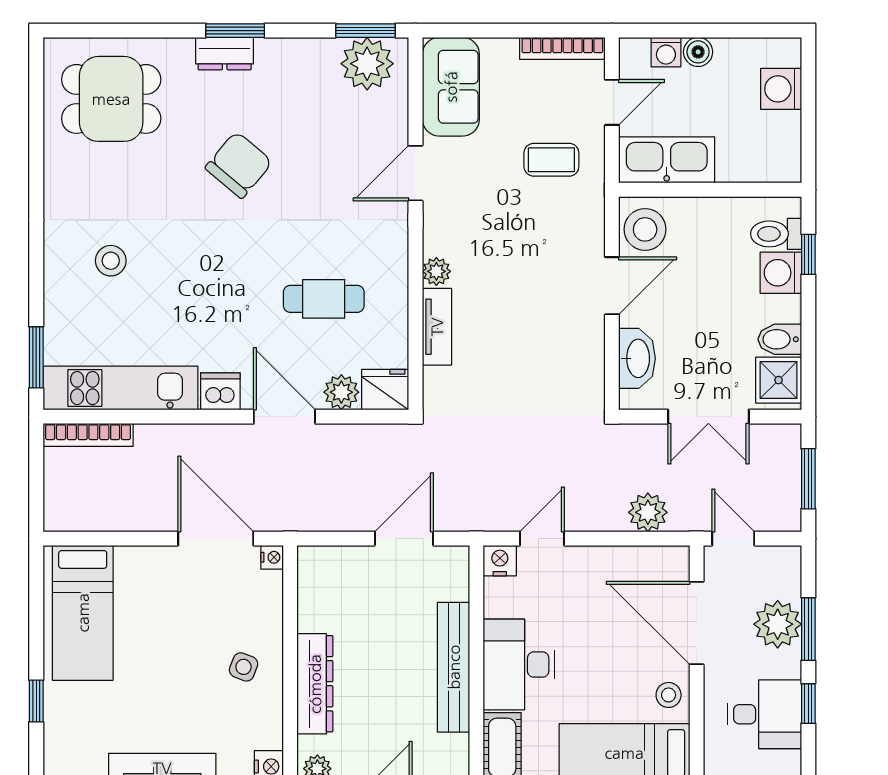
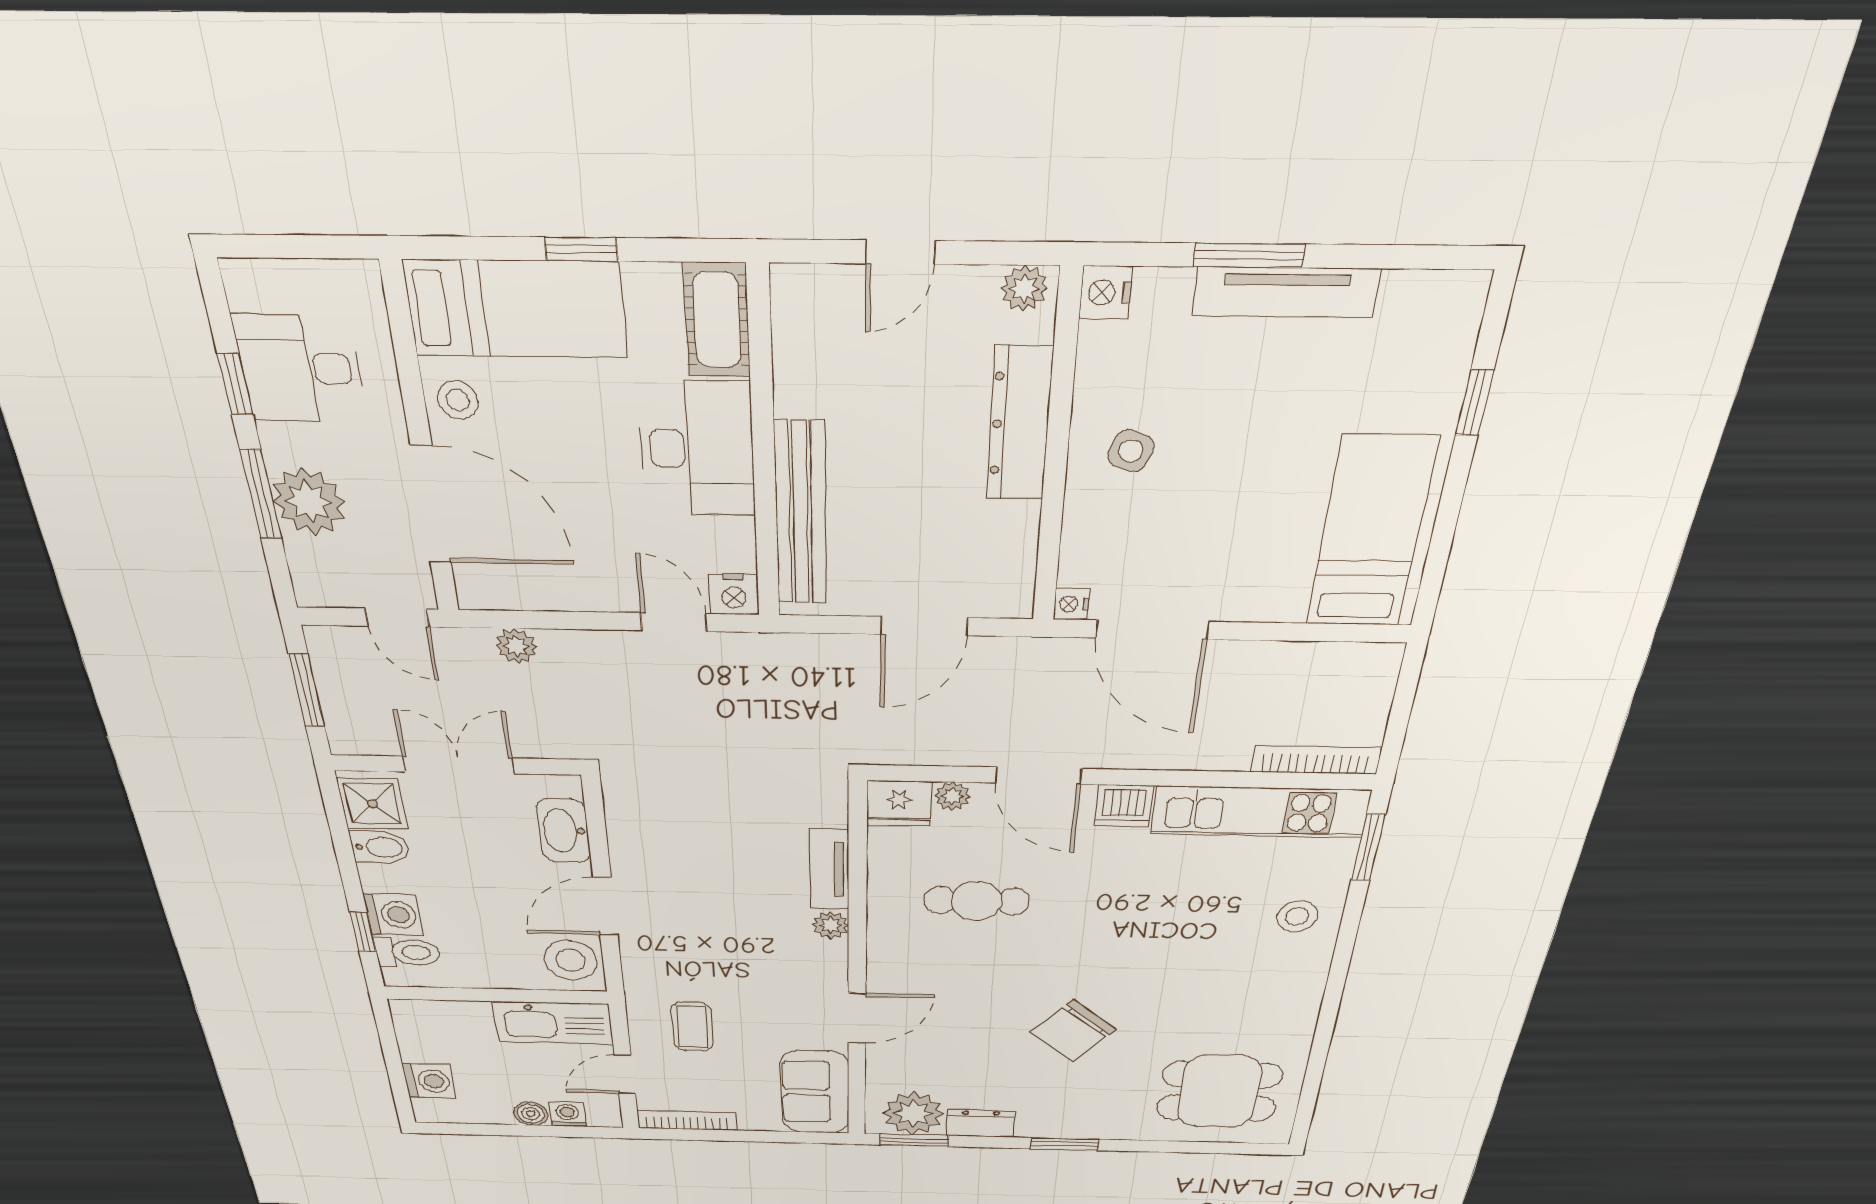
dresser: (225, 54) -> (980, 1123), moved
coffee table: (551, 160) -> (692, 1026), turned 90
stool: (111, 261) -> (1297, 916), moved
plant: (341, 392) -> (952, 796), width x0.73, depth x0.73
plant: (648, 512) -> (516, 646), width x0.73, depth x0.73
door: (404, 539) -> (924, 626), moved
door: (542, 539) -> (674, 622), swing flipped
bench: (454, 667) -> (801, 514), moved

